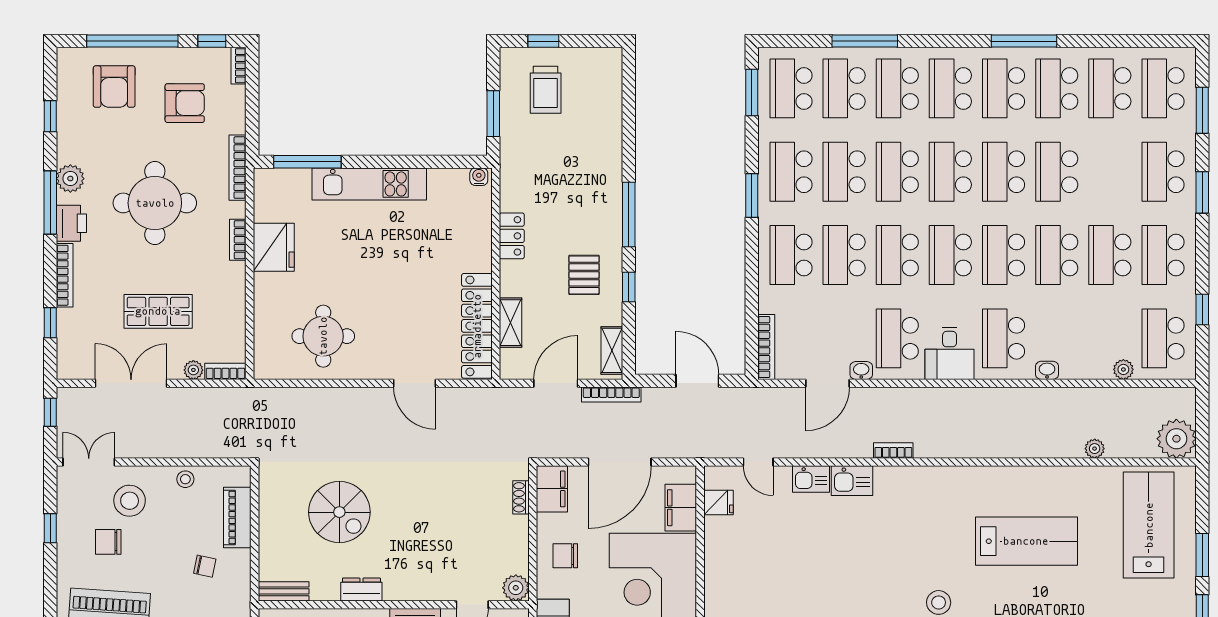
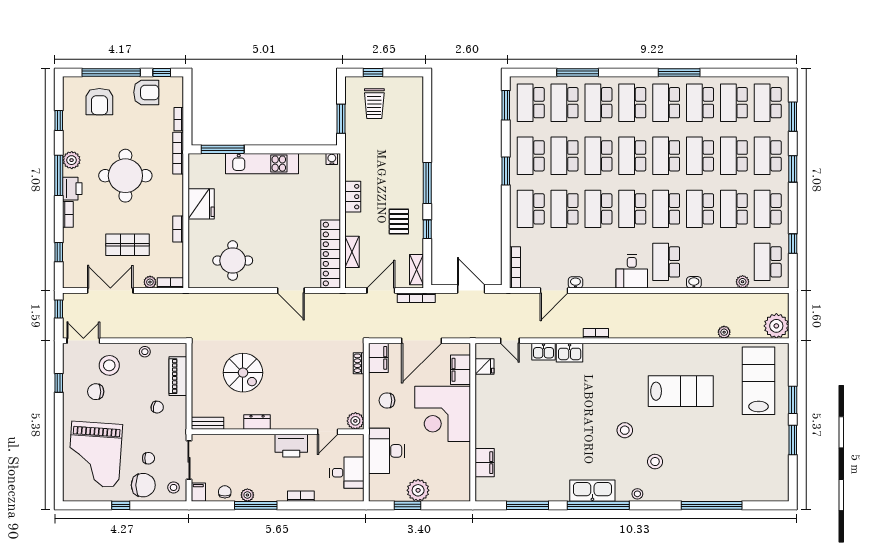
bookcase: (239, 66) -> (179, 119), moved
armchair: (185, 103) -> (146, 92), moved
bookcase: (238, 240) -> (178, 229), moved
bookcase: (65, 275) -> (68, 214), width x0.64
school desk: (897, 338) -> (734, 156), moved

